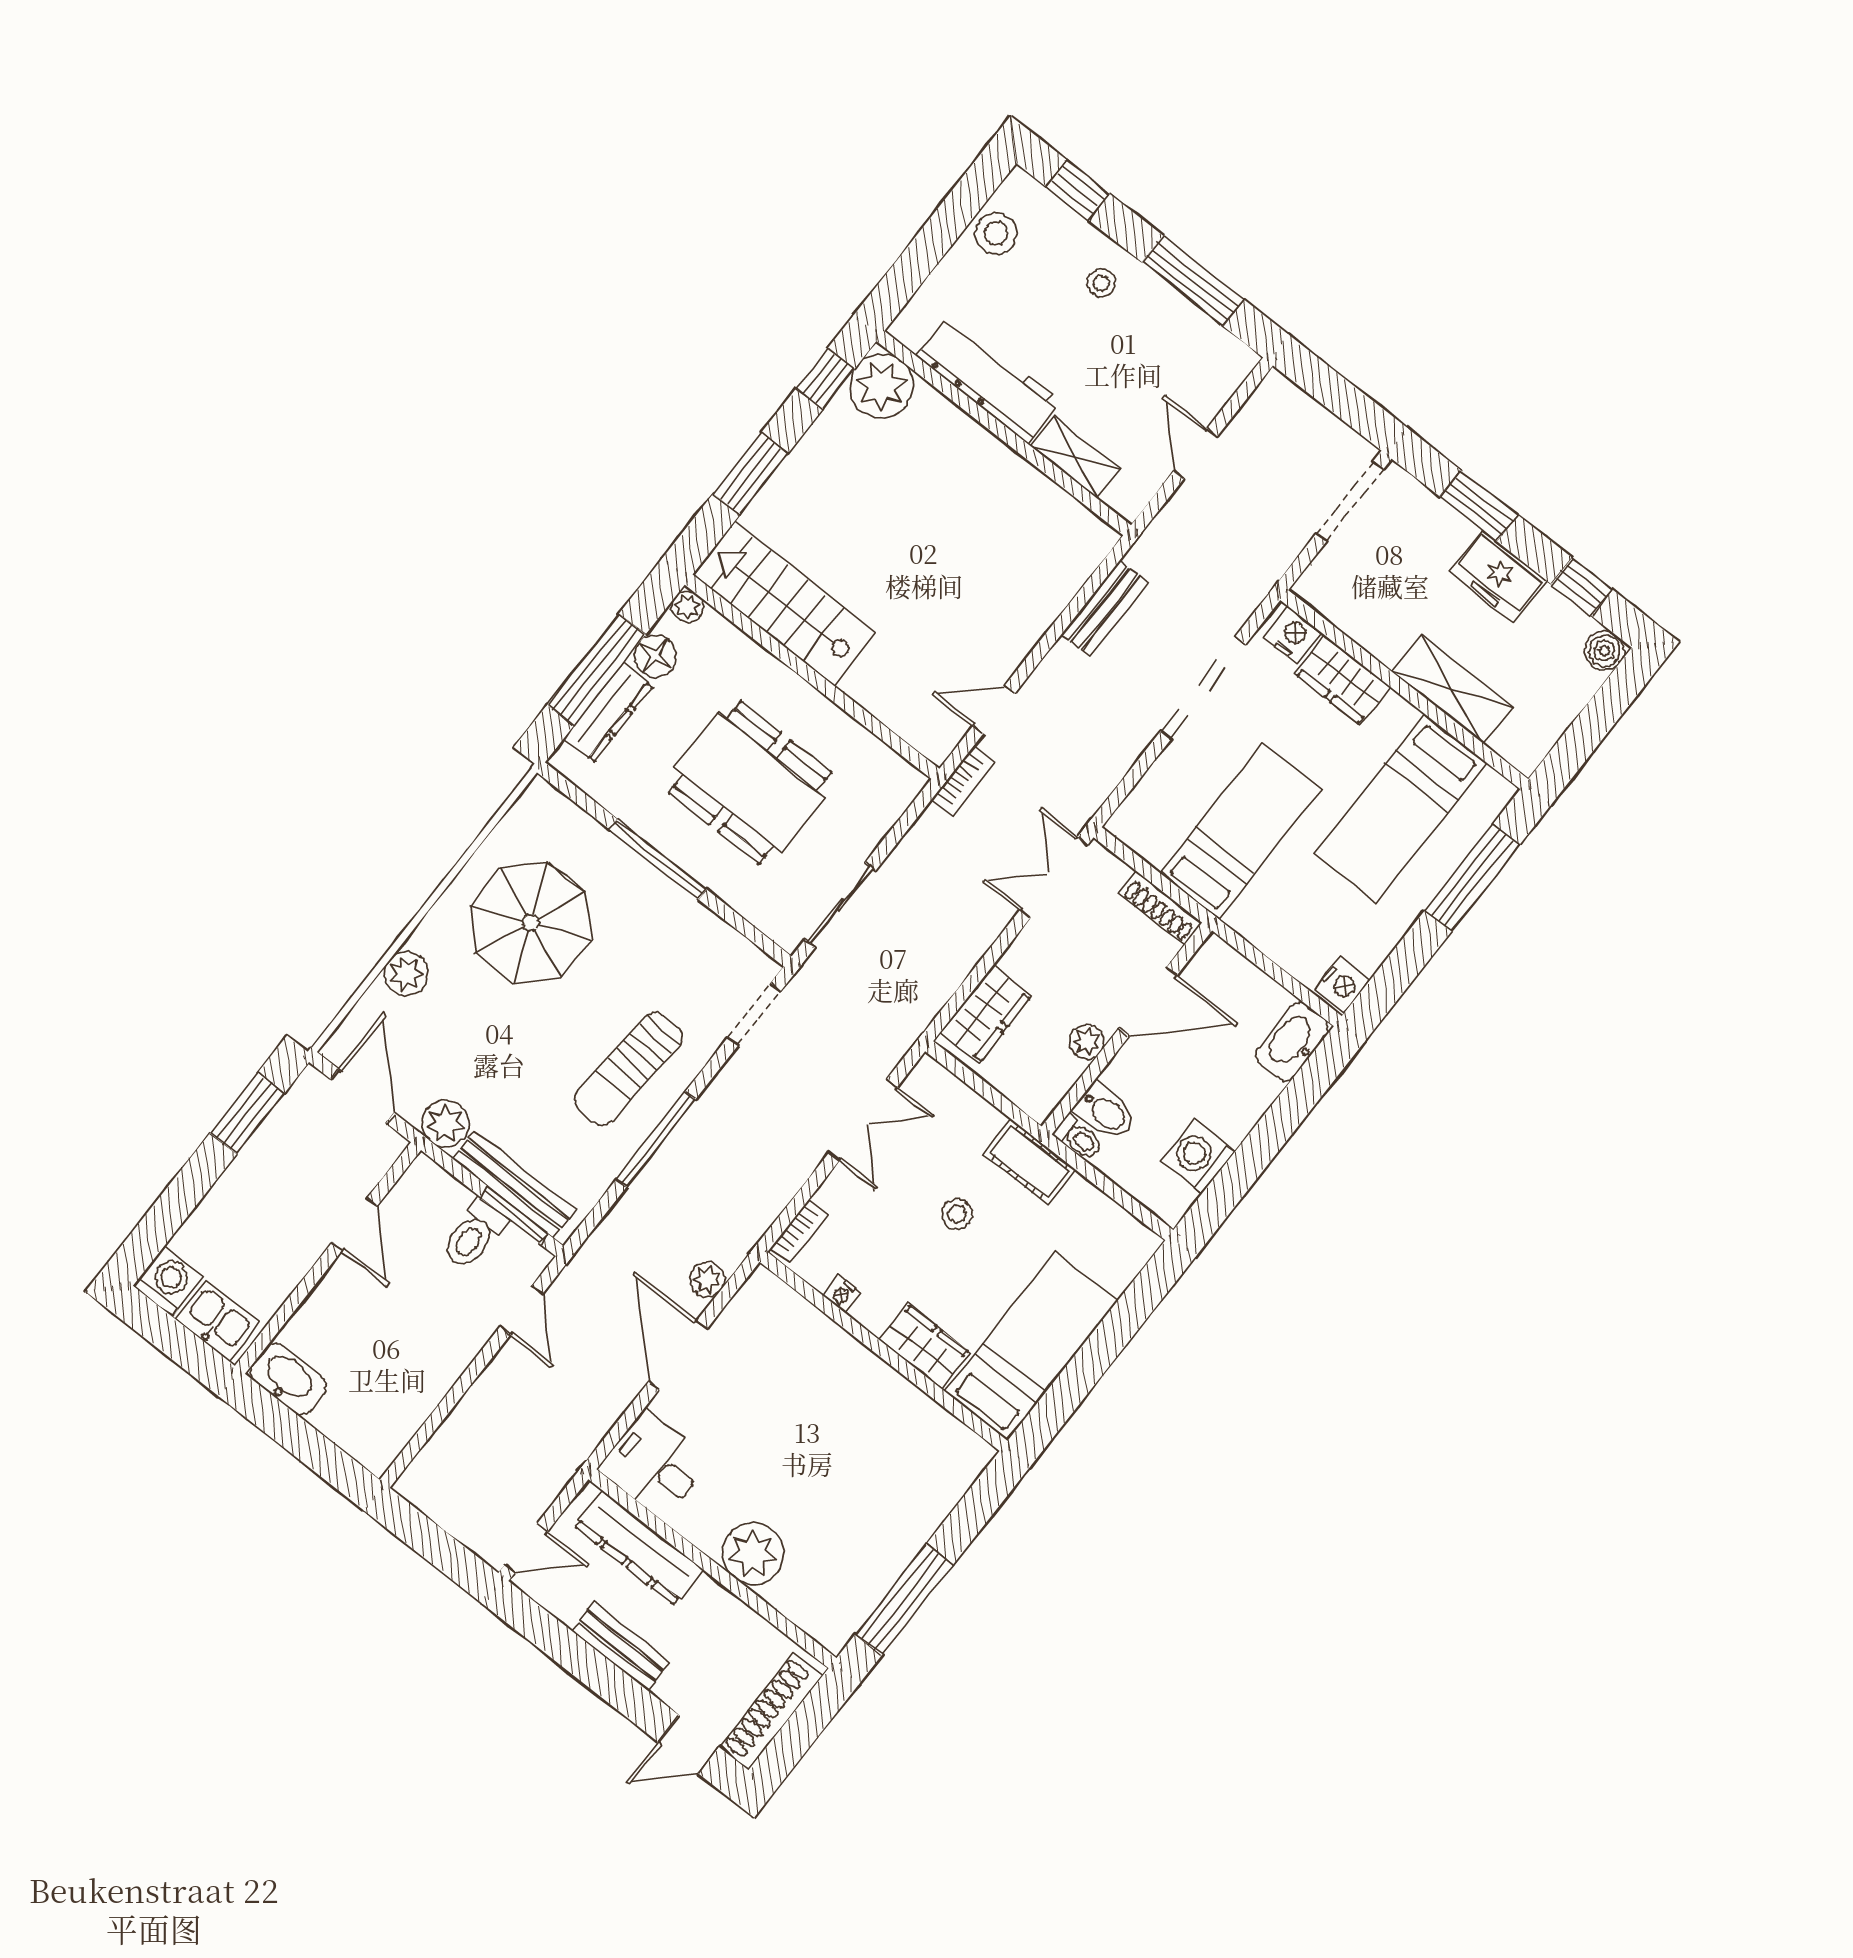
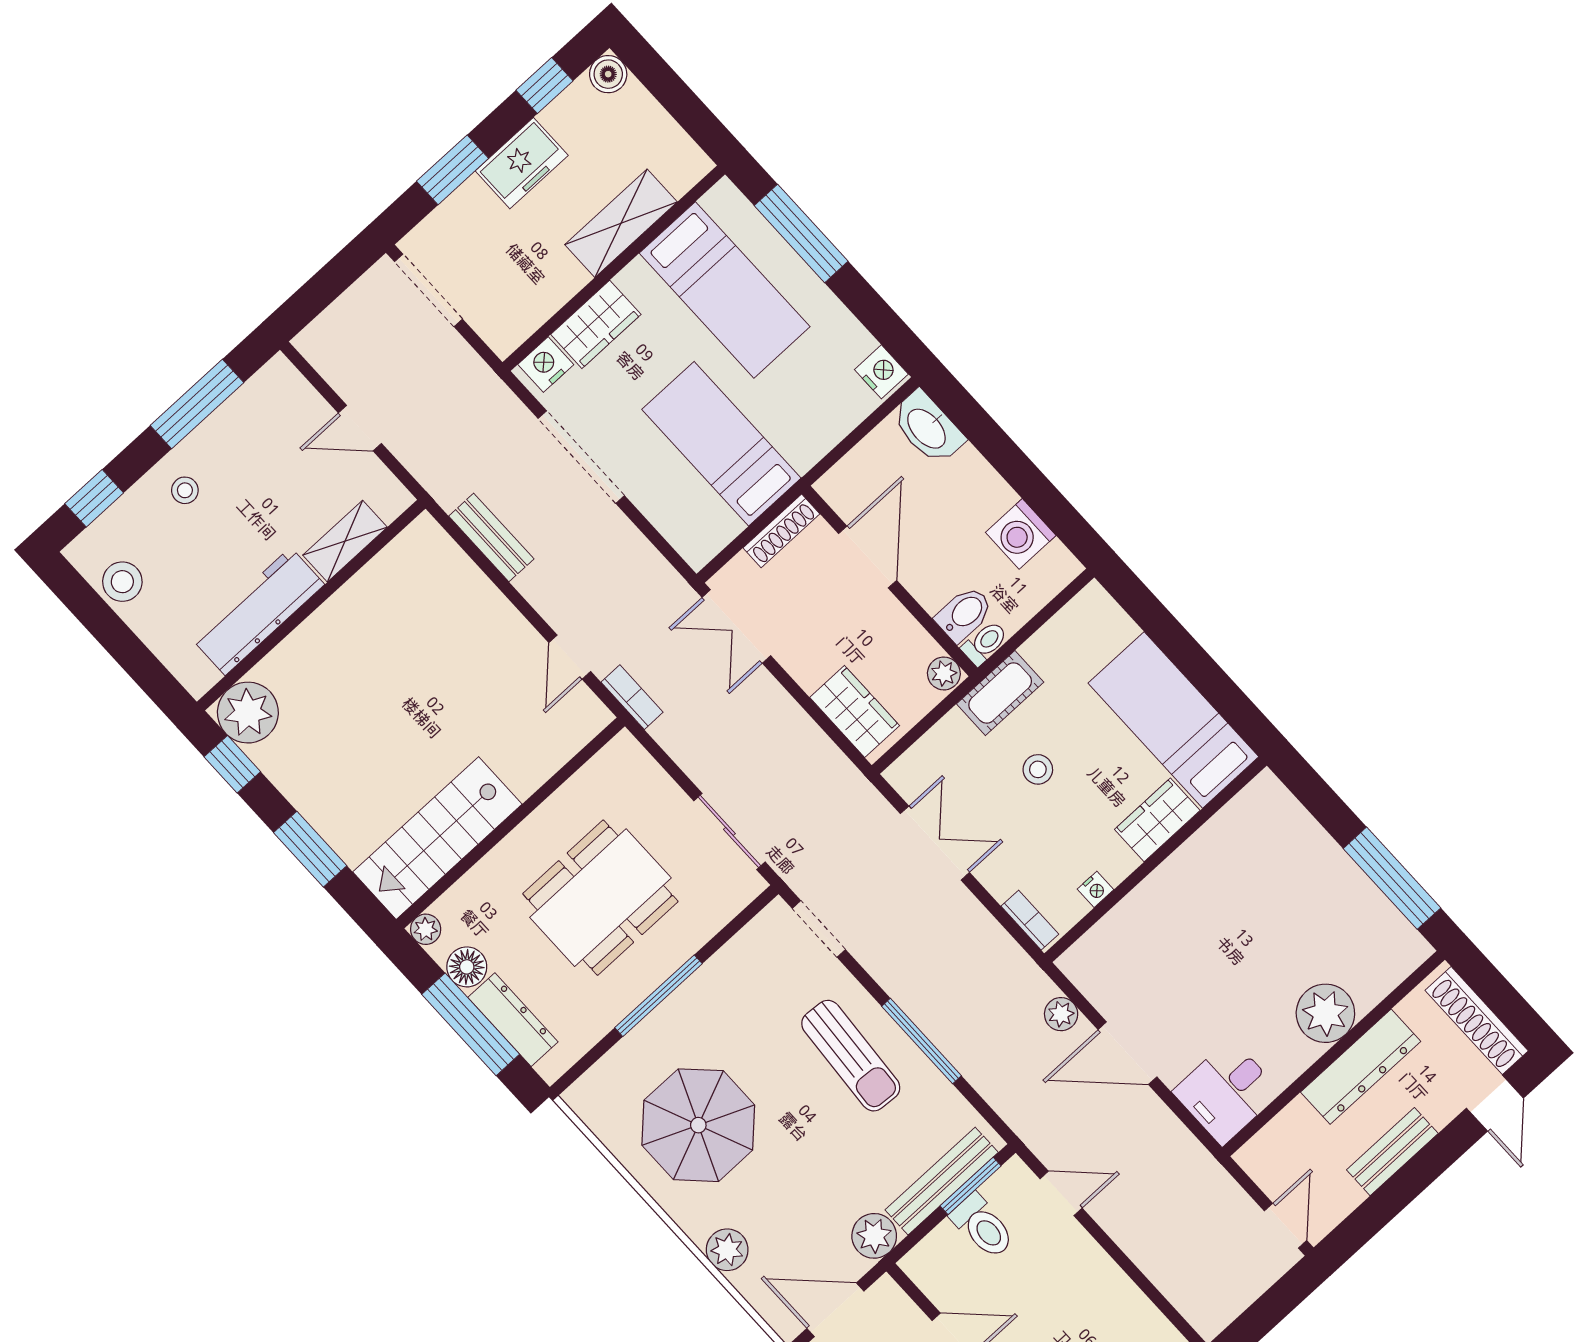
plant: (1087, 1042) -> (944, 673), moved
dresser: (638, 1548) -> (1361, 1067), moved

